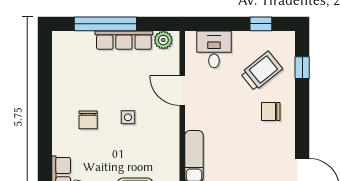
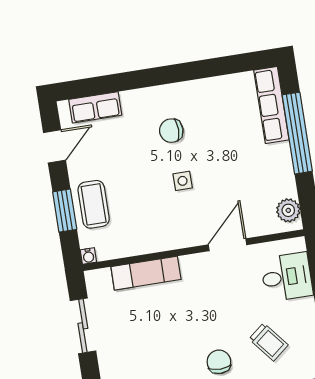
row of seats: (124, 40) -> (271, 105), moved
trolley: (261, 71) -> (268, 342), width x0.73, depth x0.72

